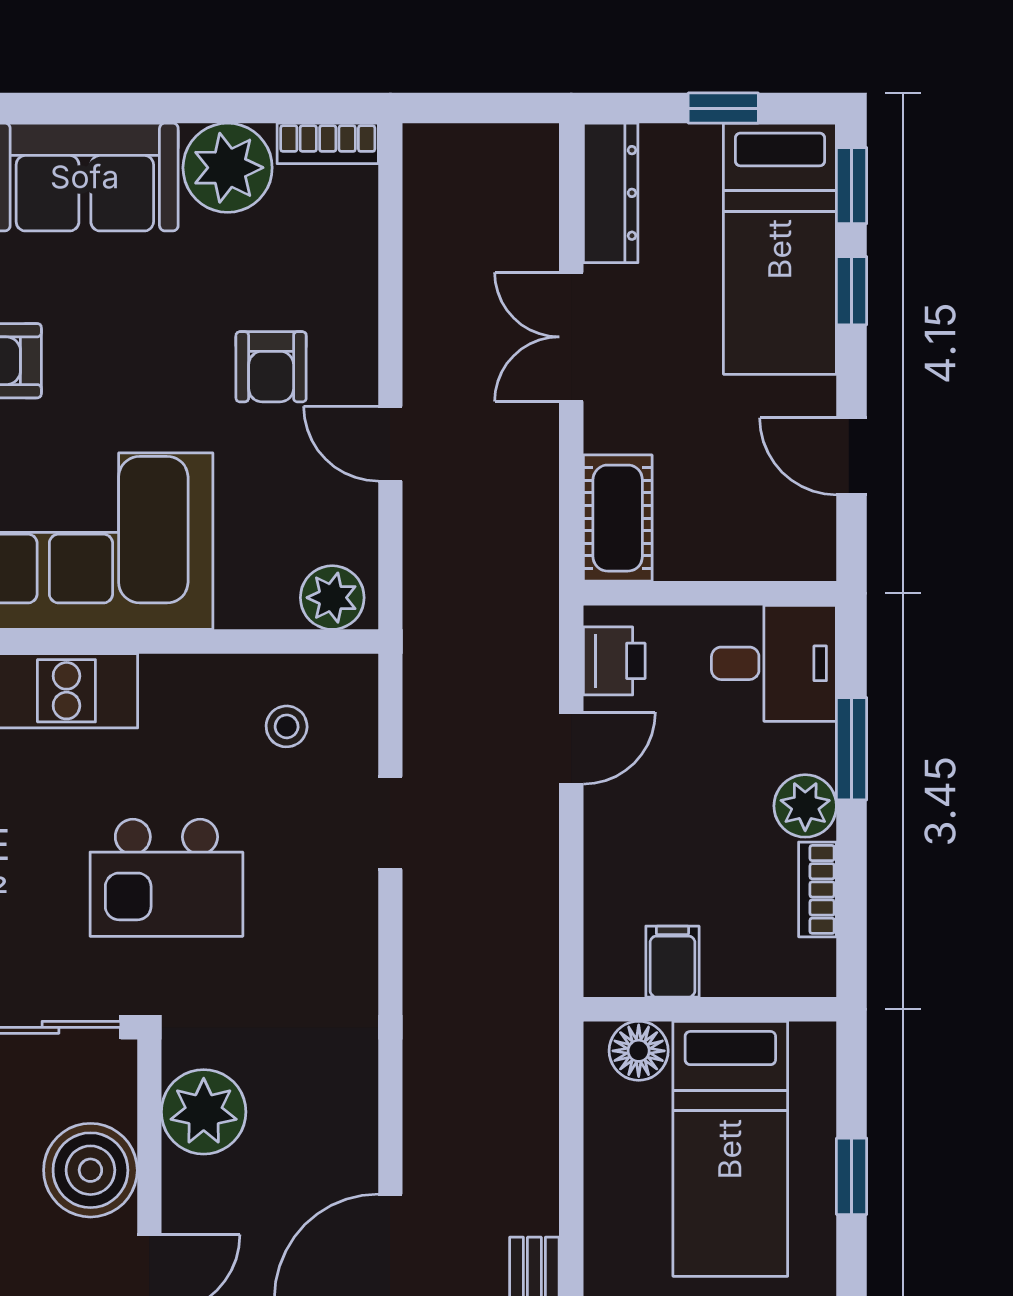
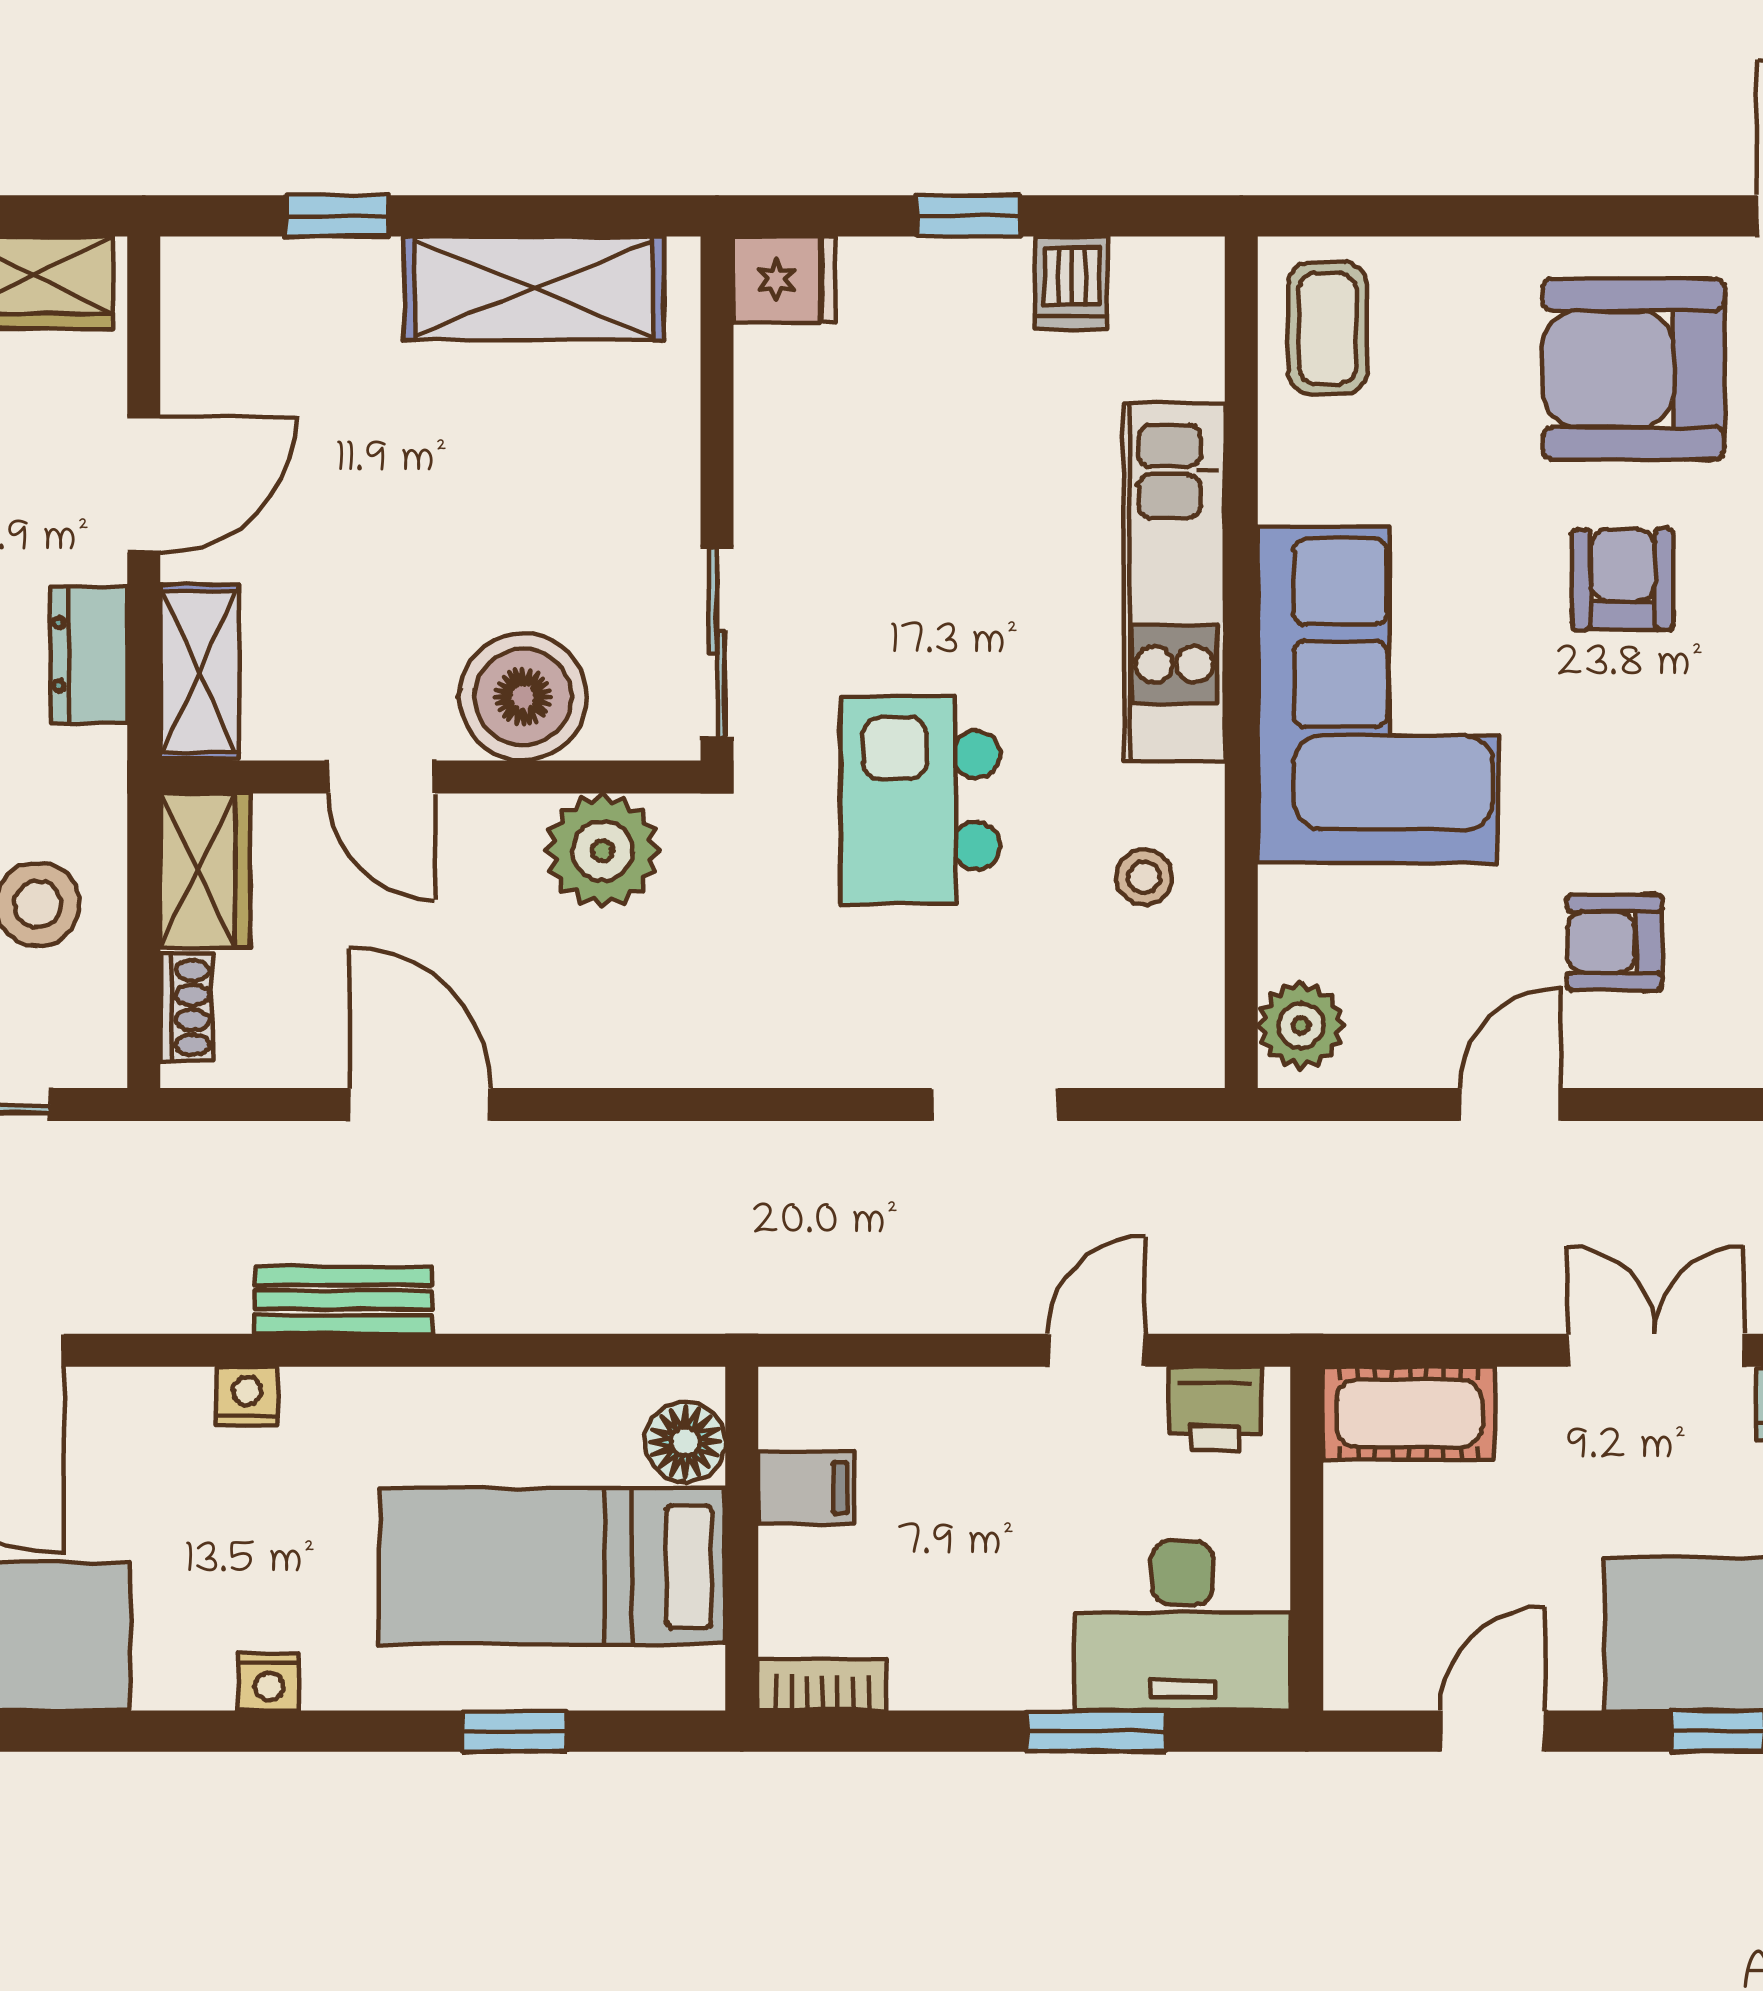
desk: (774, 663) -> (1182, 1626), width x1.37
stool: (287, 726) -> (1144, 877), moved
door: (571, 748) -> (1096, 1350), swing flipped
plant: (805, 806) -> (1018, 1668), removed
bookcase: (818, 889) -> (822, 1685), moved

